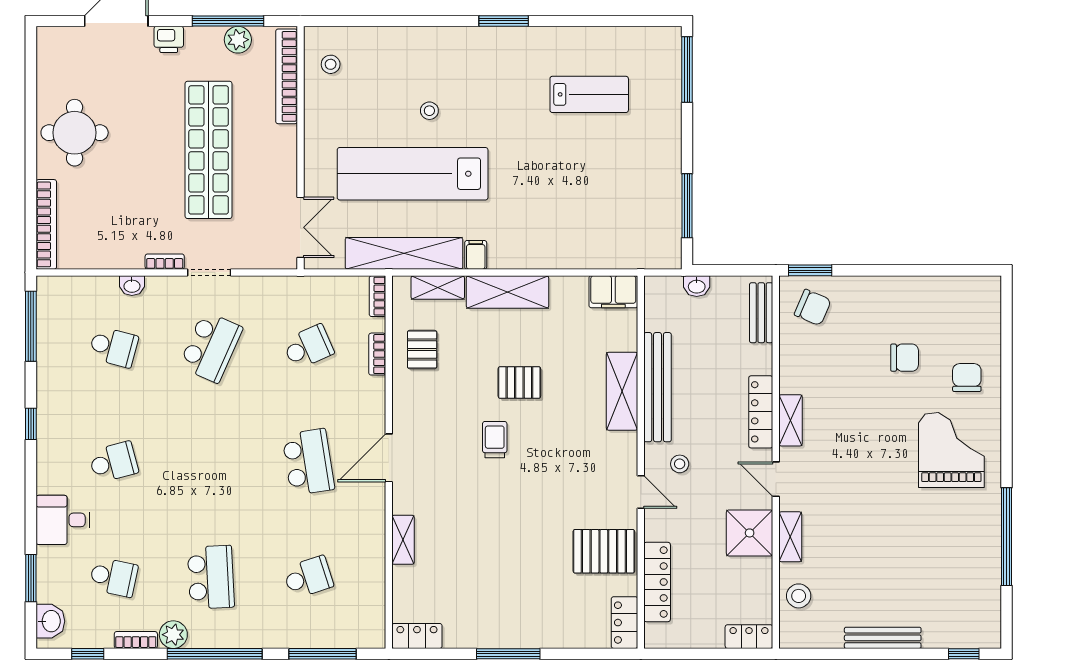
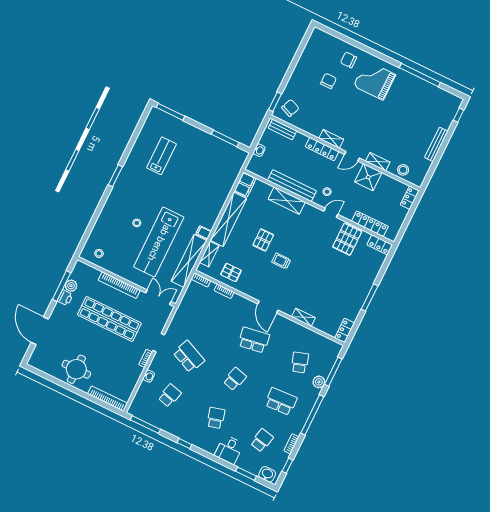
printer: (169, 39) -> (65, 298), moved
bookcase: (287, 76) -> (119, 285), moved
shelving: (508, 292) -> (228, 219), width x1.47
school desk: (308, 347) -> (235, 379), moved, turned 39
plant: (173, 635) -> (319, 382), moved

